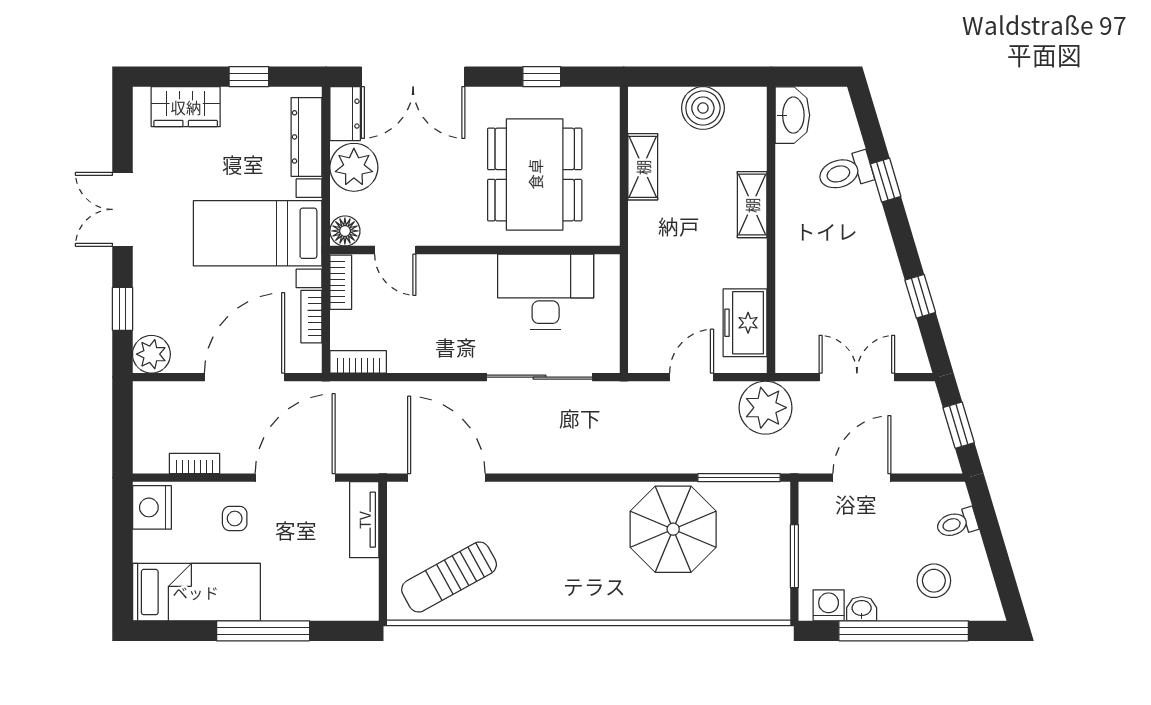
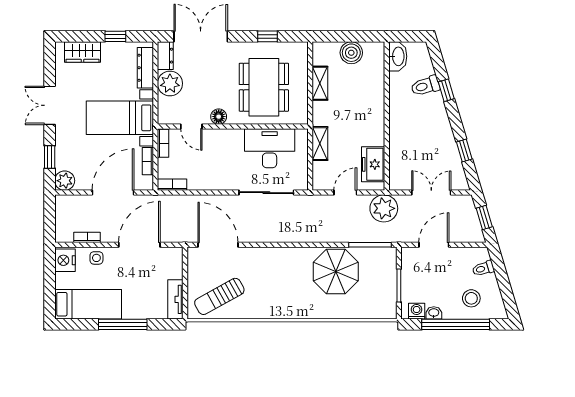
double door: (413, 77) -> (201, 36), swing flipped
shelving: (752, 205) -> (320, 144), moved
floor lamp: (345, 231) -> (219, 117), moved
side table: (235, 518) -> (96, 258), moved
tv unit: (364, 520) -> (175, 299), moved

